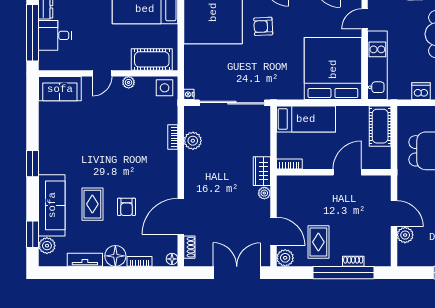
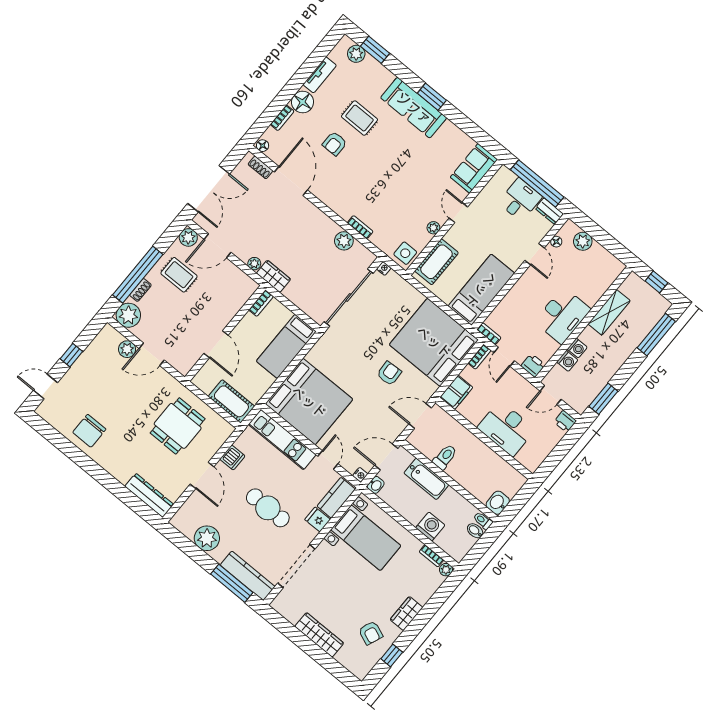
sofa: (52, 205) -> (414, 108), moved
armchair: (127, 207) -> (335, 144), turned -90
plant: (379, 255) -> (128, 315), added

